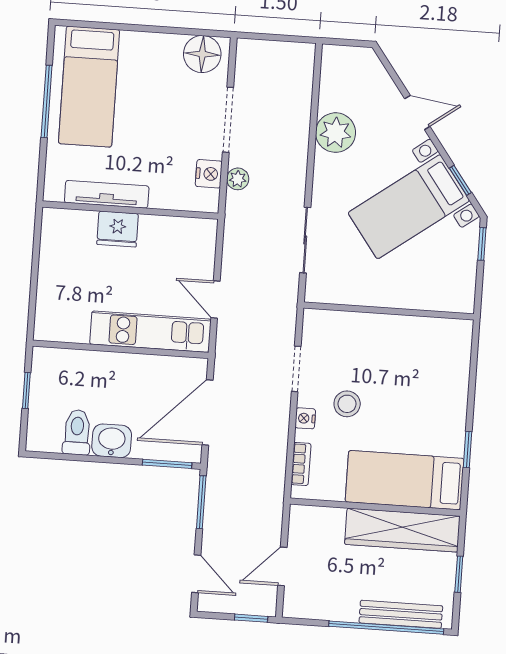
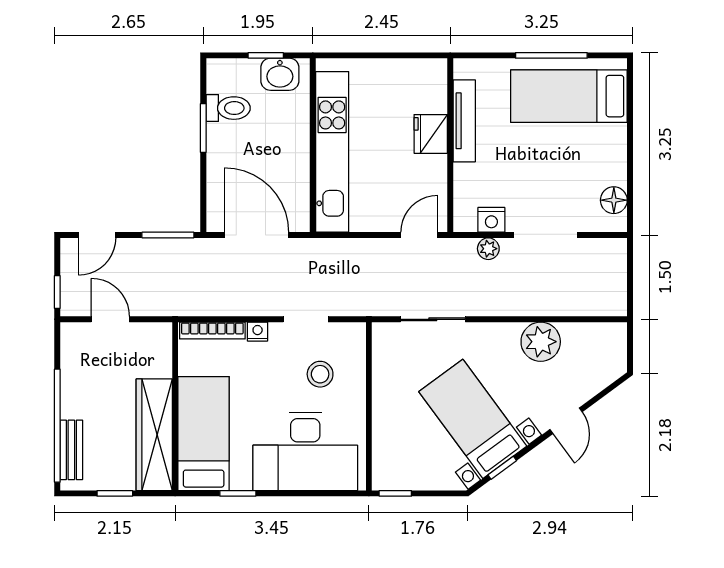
floor lamp: (202, 54) -> (614, 200), width x0.73, depth x0.73
window: (482, 244) -> (395, 493), moved
door: (215, 300) -> (419, 235), moved
kitchen unit: (150, 332) -> (332, 152), width x1.36
desk: (430, 379) -> (305, 451), added
stool: (347, 404) -> (320, 374), moved
washbasin: (112, 441) -> (280, 74), moved, turned 90
window: (167, 464) -> (203, 128), moved
bookcase: (301, 464) -> (212, 330), width x1.56
bench: (401, 614) -> (71, 450), width x0.73

